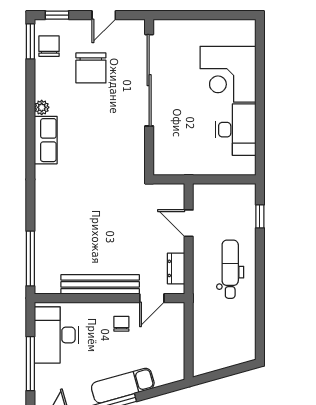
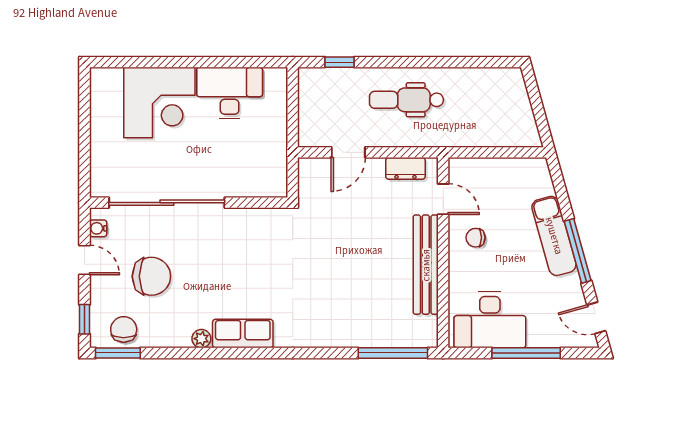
water cooler: (129, 26) -> (98, 228), added
chair: (49, 46) -> (124, 329), turned 90

